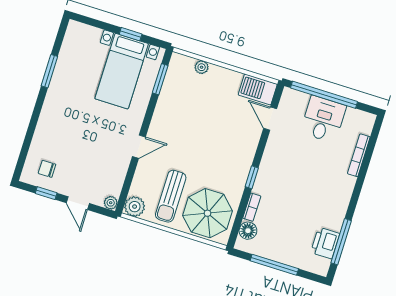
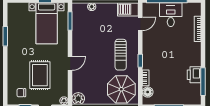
door: (270, 119) -> (140, 24), swing flipped
rug: (85, 150) -> (40, 75), added
sun lounger: (171, 196) -> (121, 55), moved
printer: (325, 243) -> (194, 75), moved

